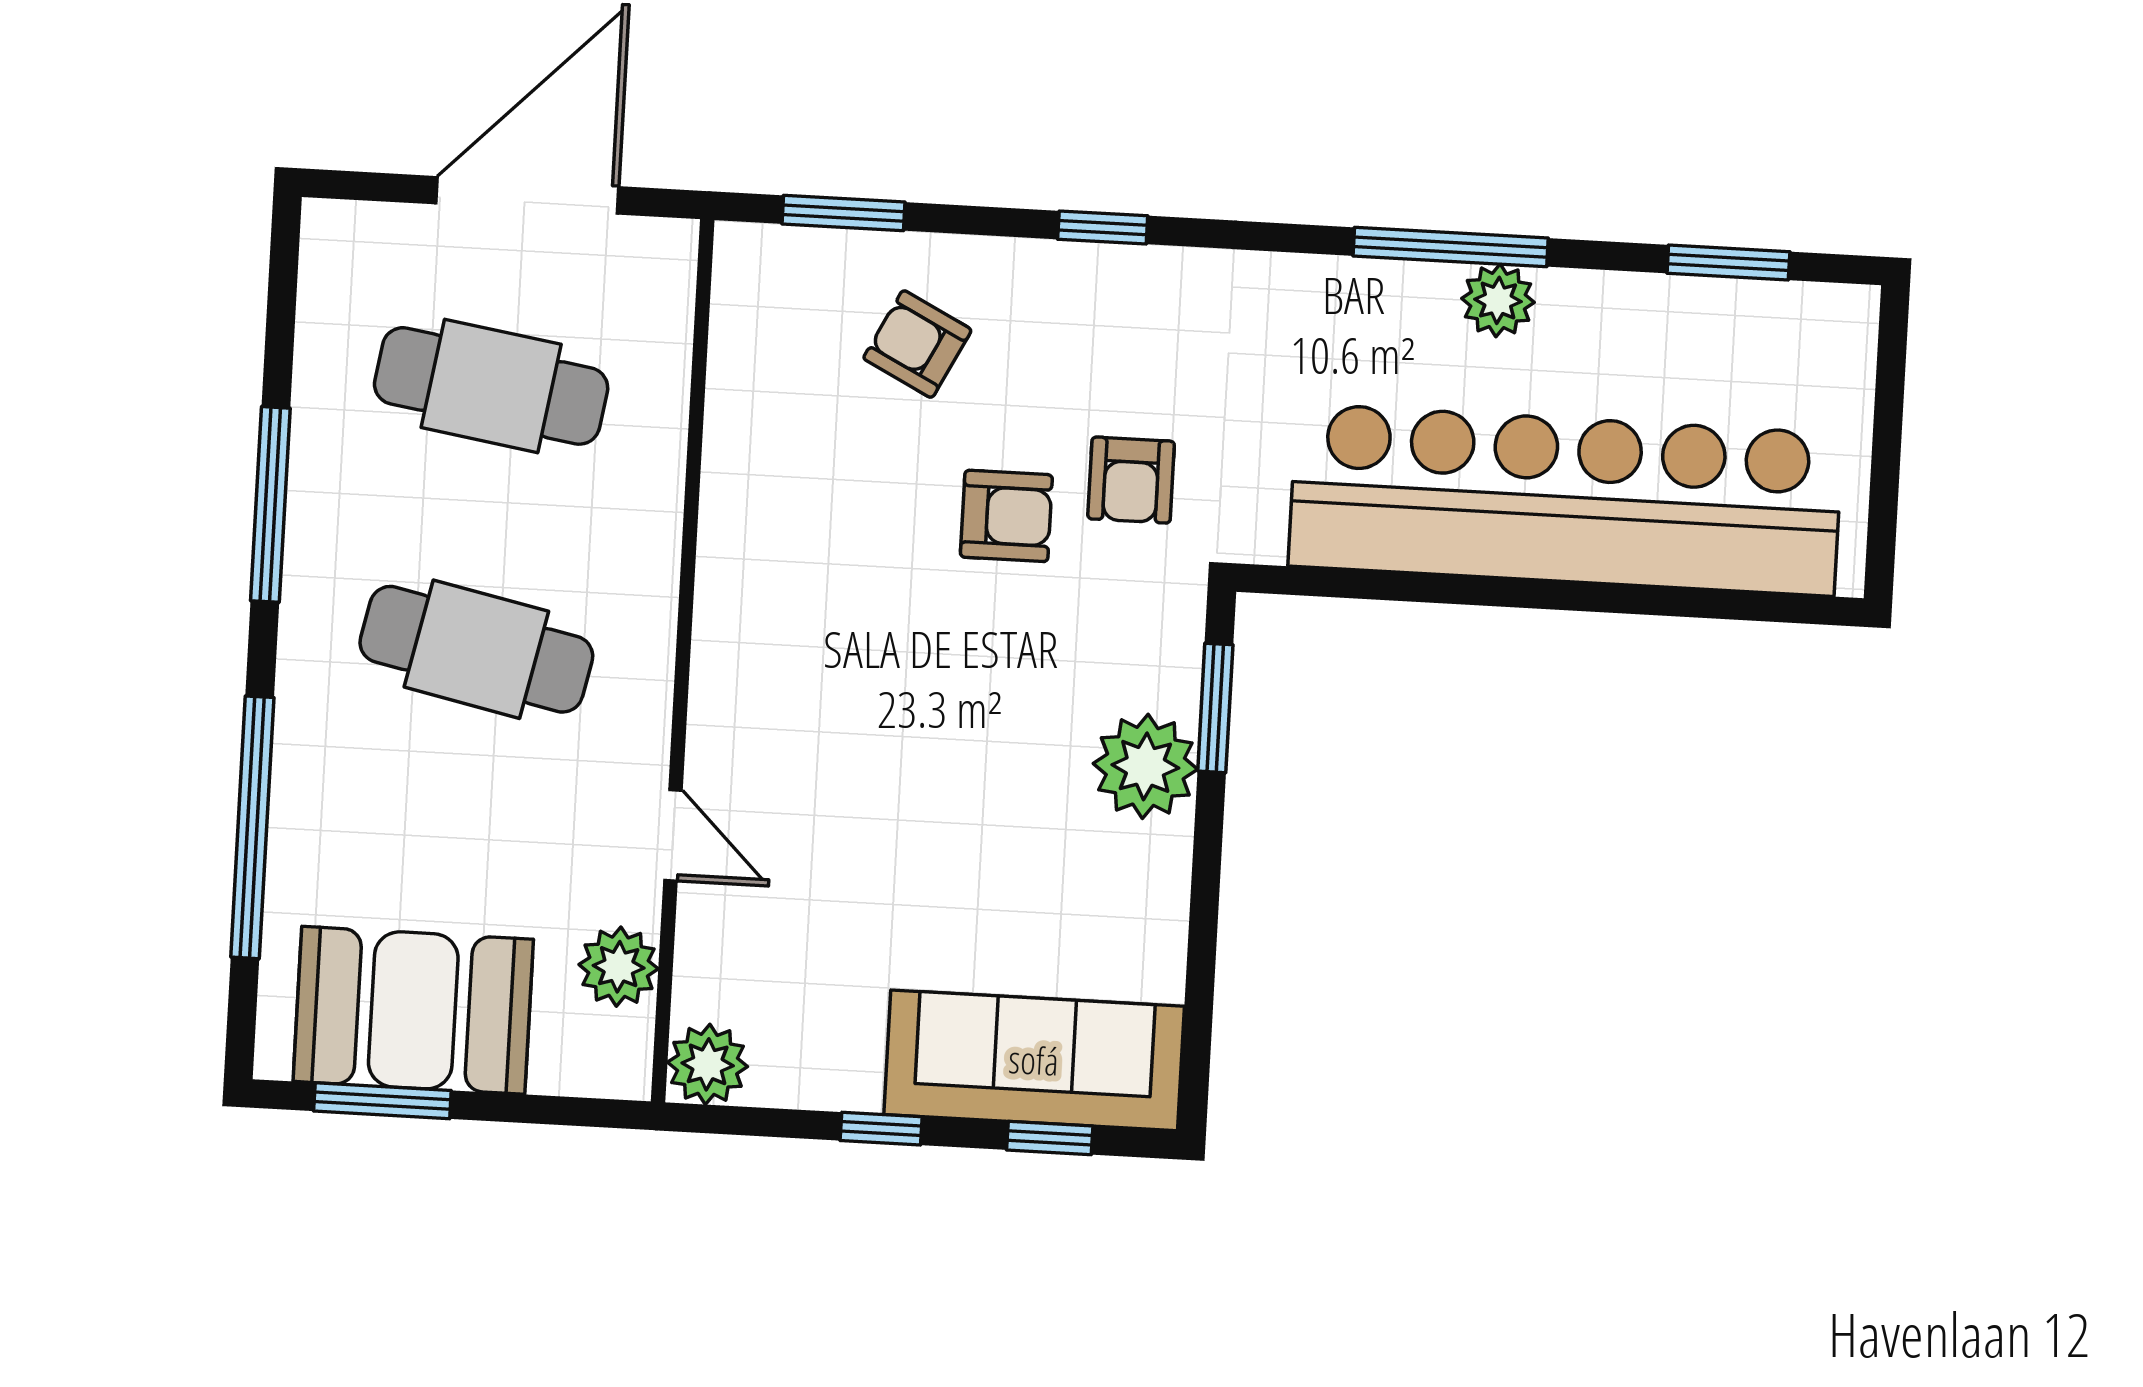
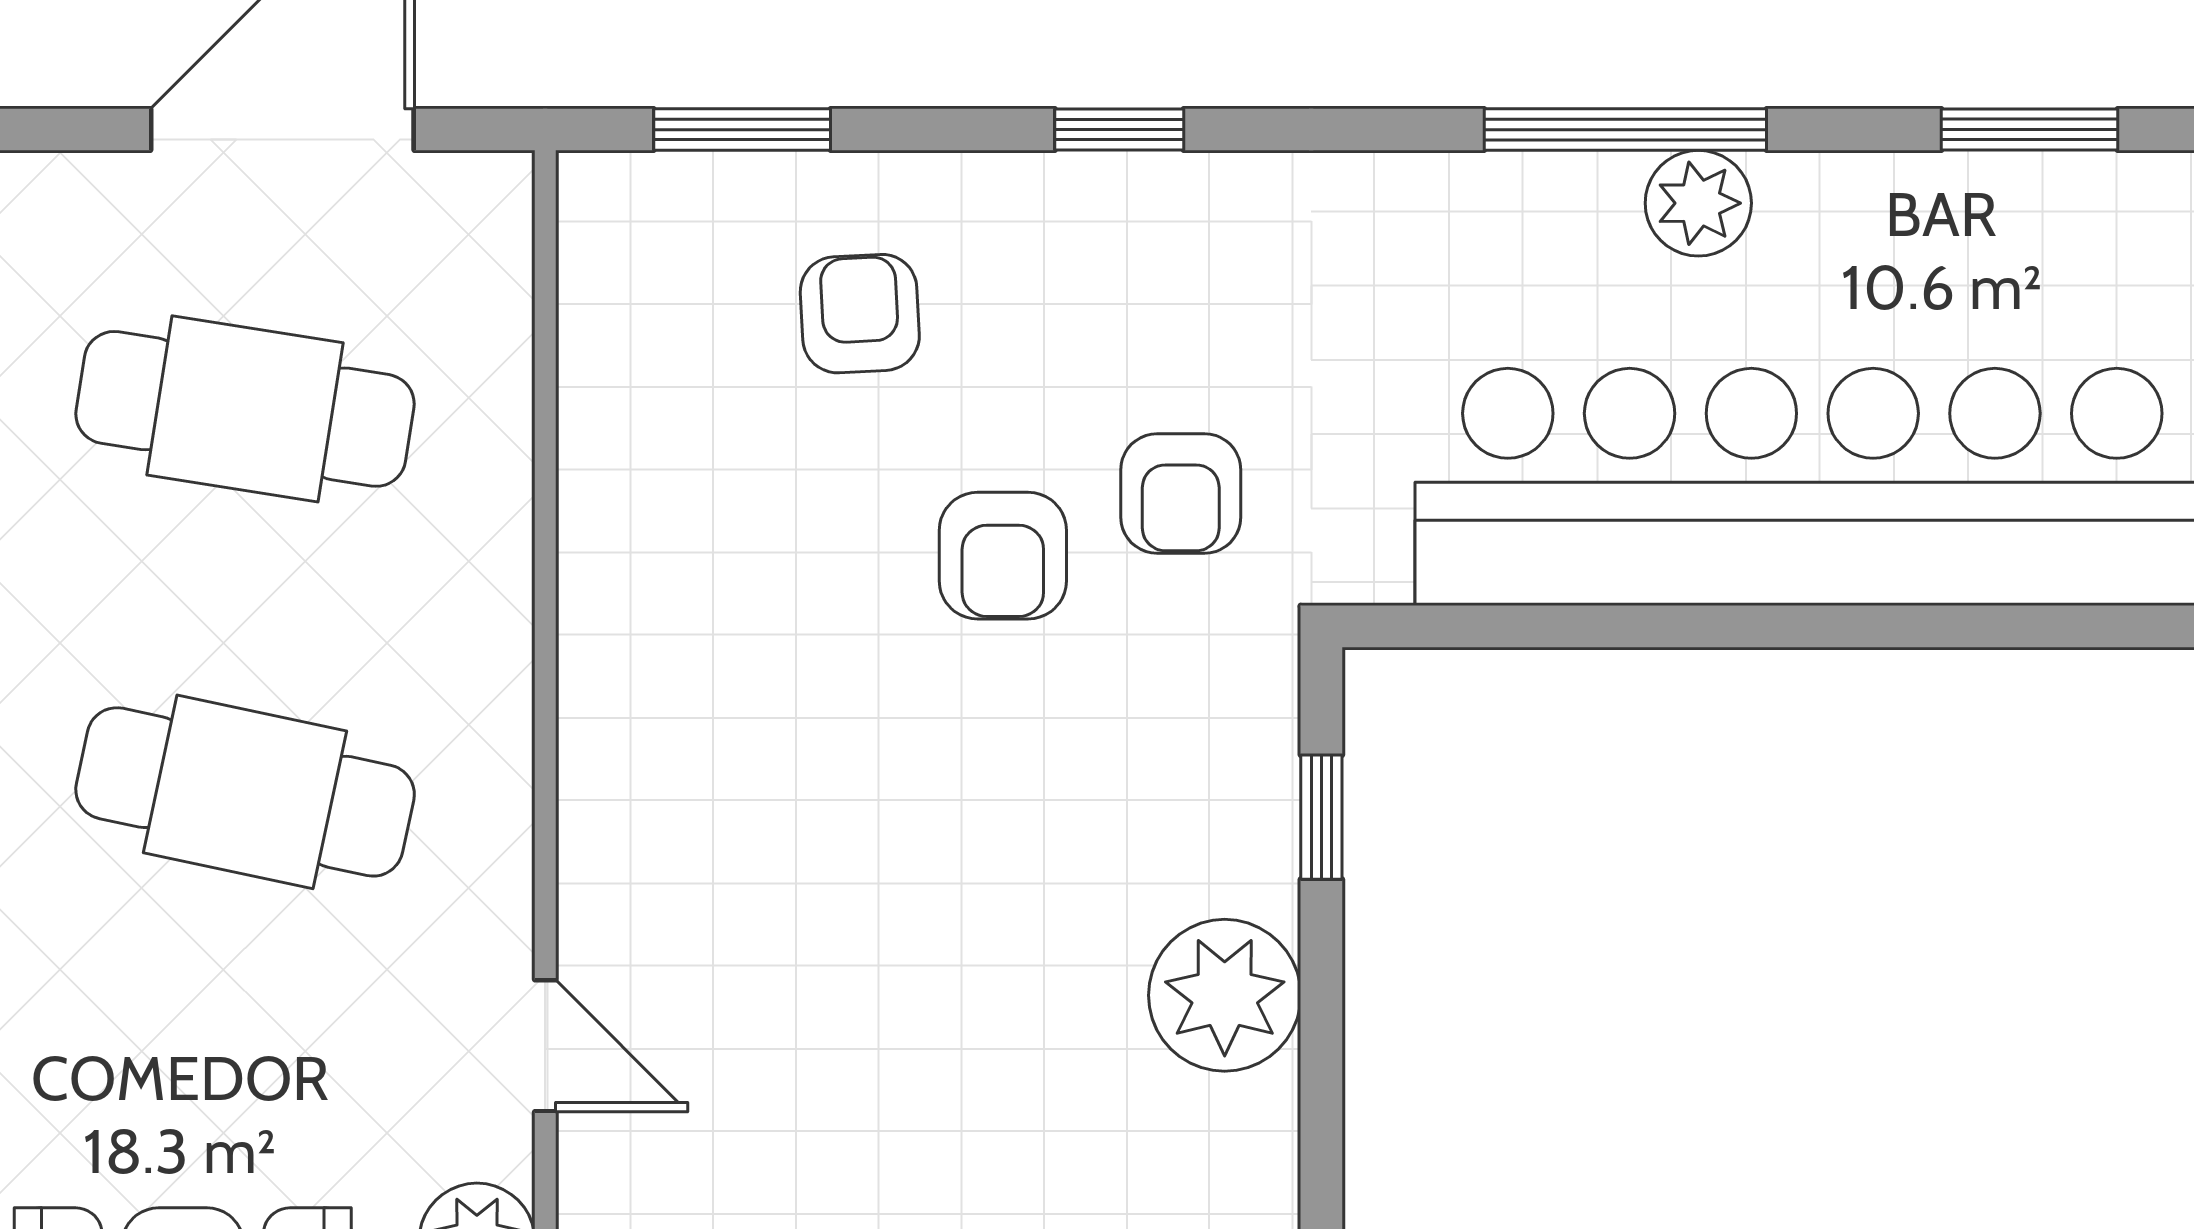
armchair: (917, 344) -> (860, 314), turned 60
armchair: (1006, 516) -> (1003, 556), turned 90
window: (1215, 708) -> (1321, 817), width x0.67
plant: (1145, 766) -> (1225, 995), moved

